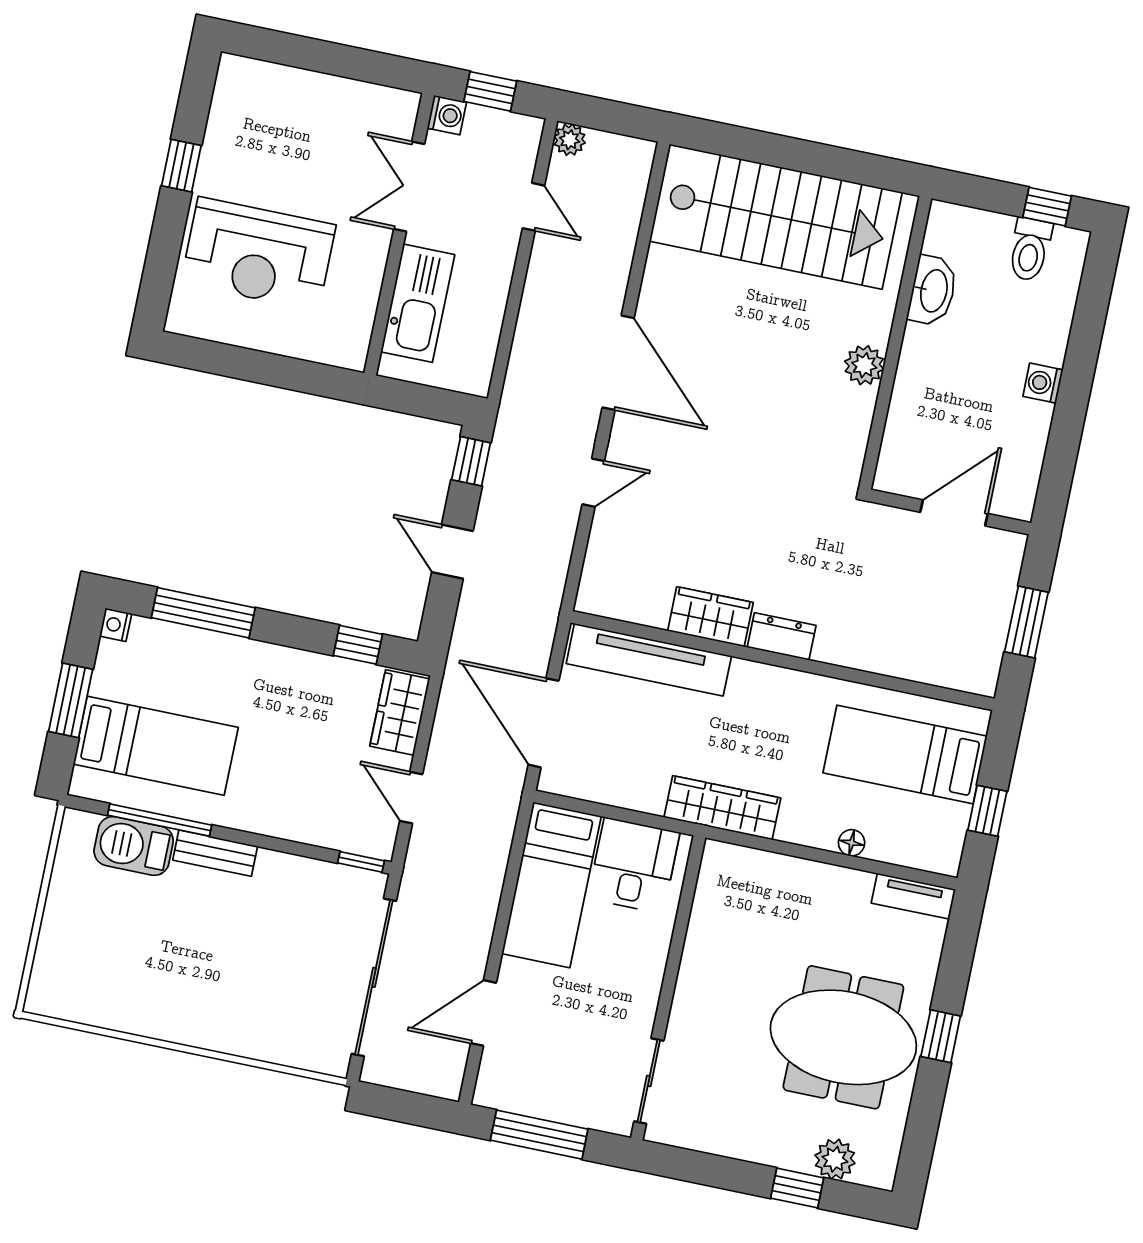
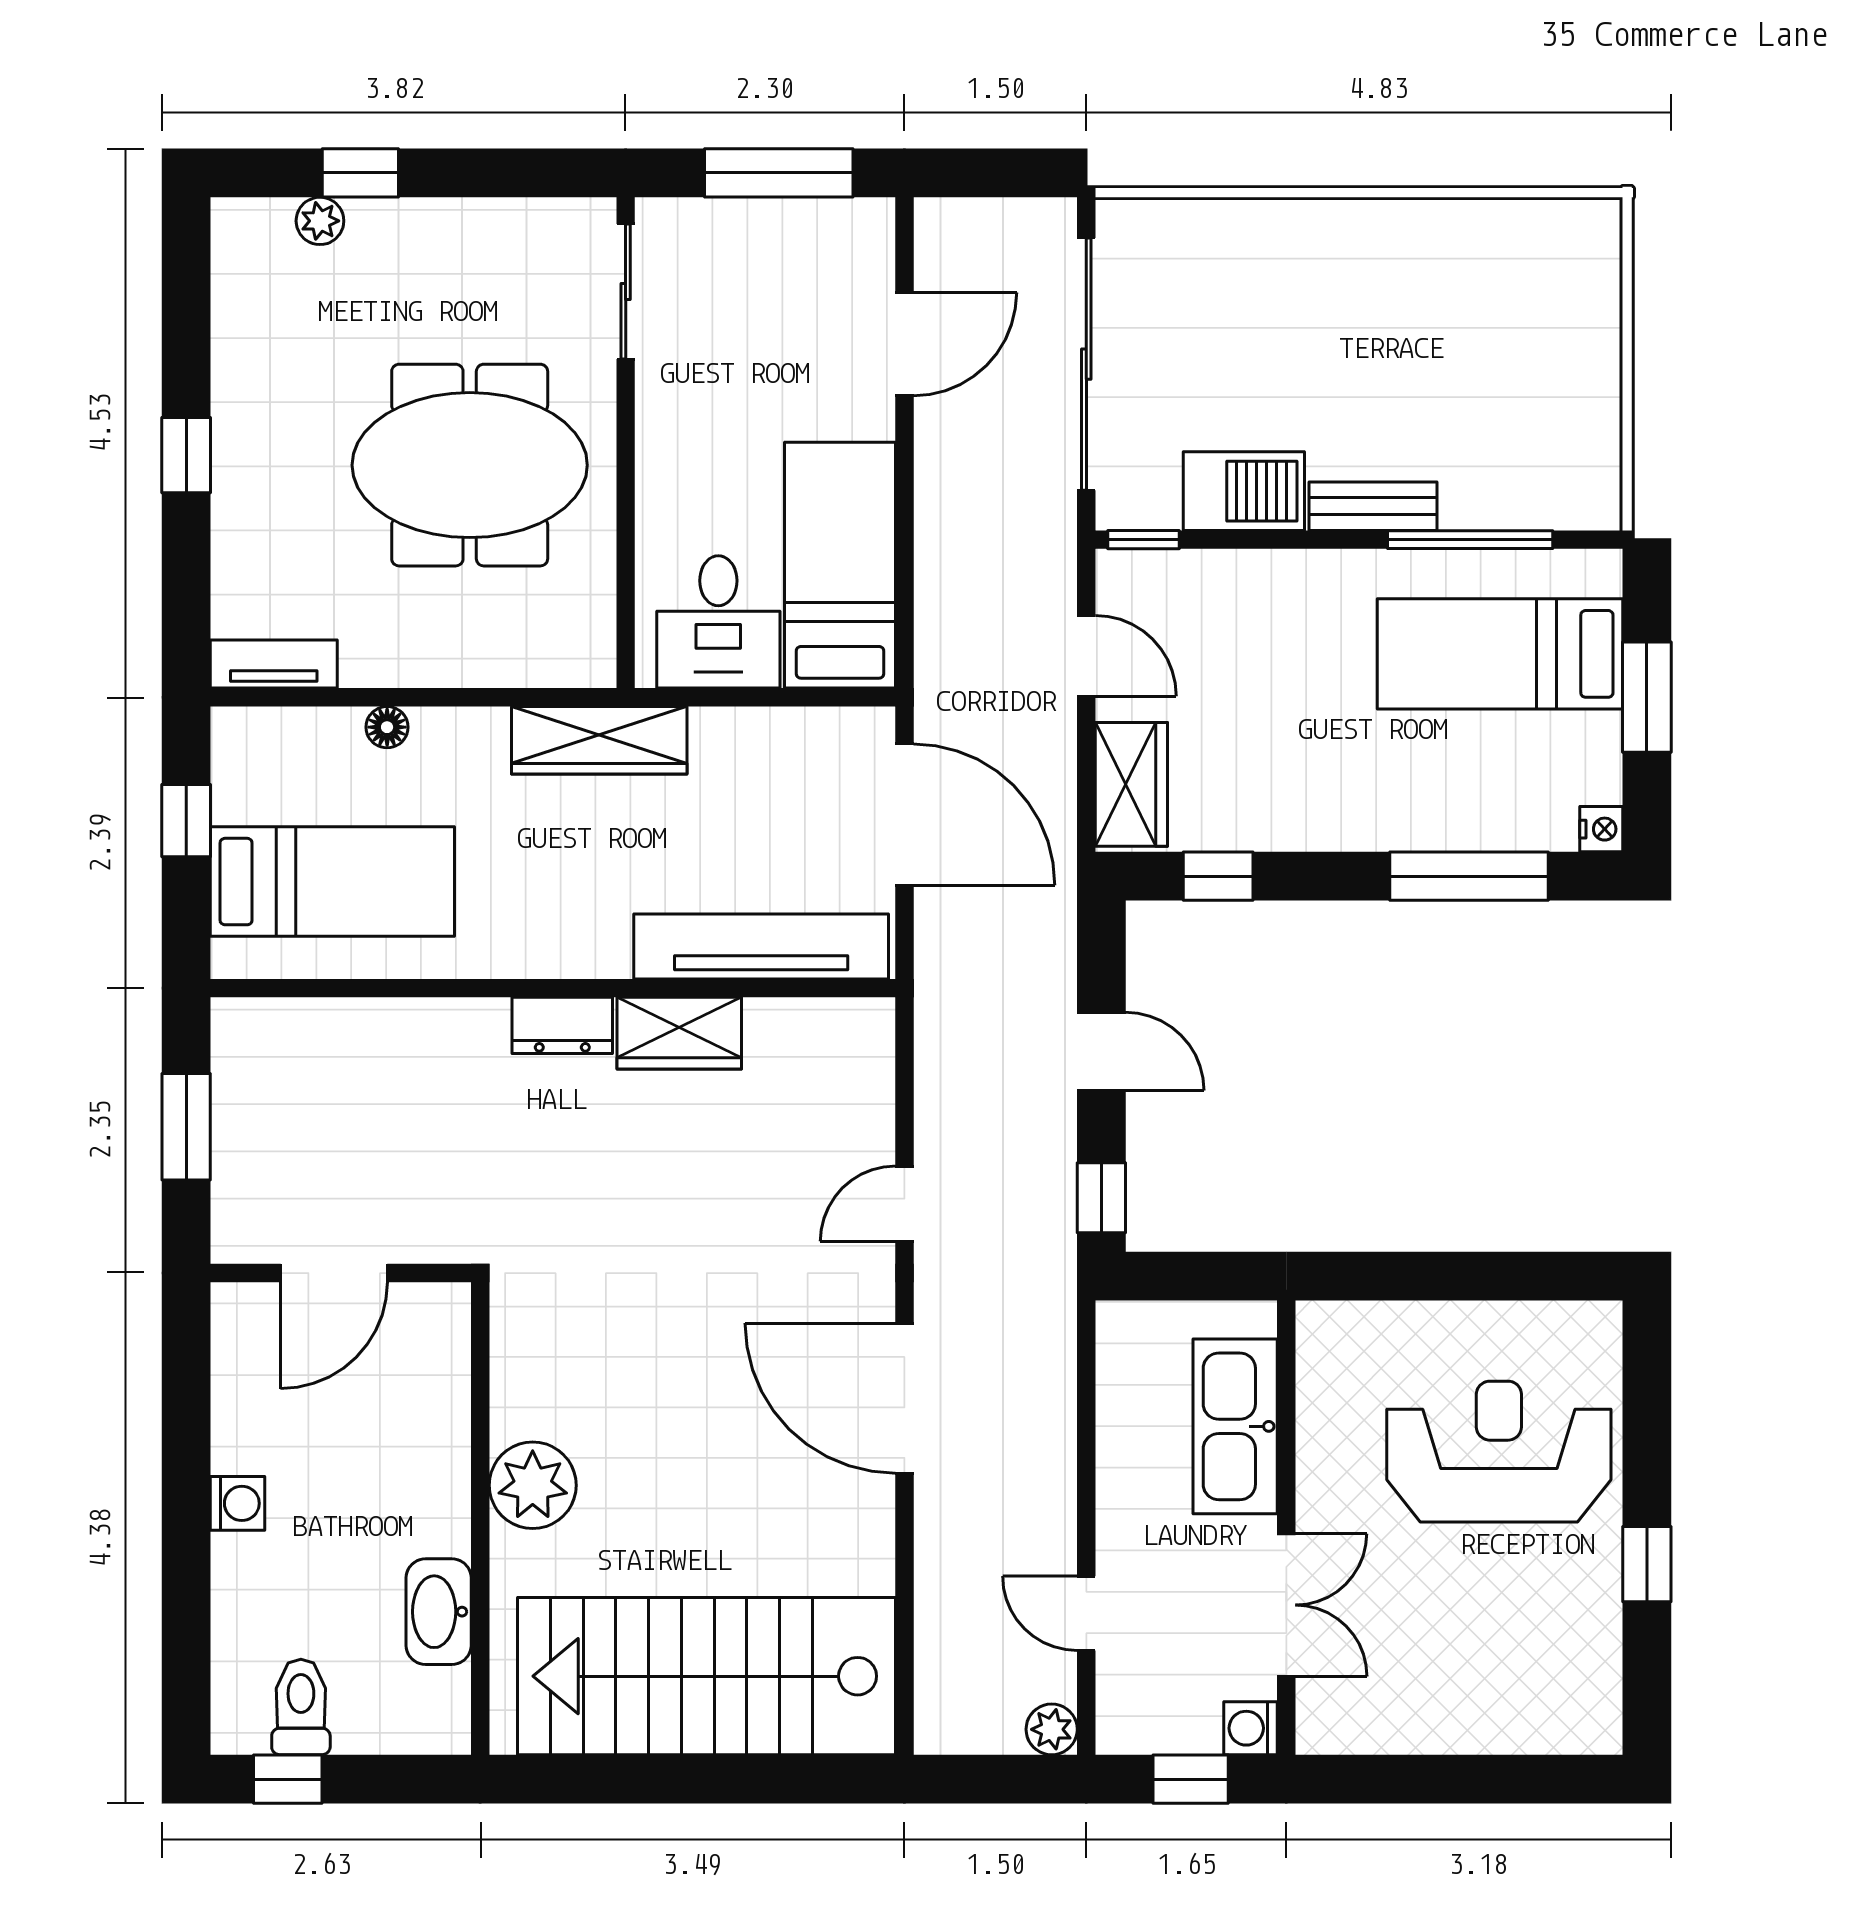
plant: (864, 365) -> (533, 1485), width x1.36, depth x1.36
barbecue: (134, 846) -> (1244, 491), moved
meeting table: (843, 1037) -> (470, 465), moved
plant: (835, 1159) -> (320, 221), width x0.73, depth x0.73

